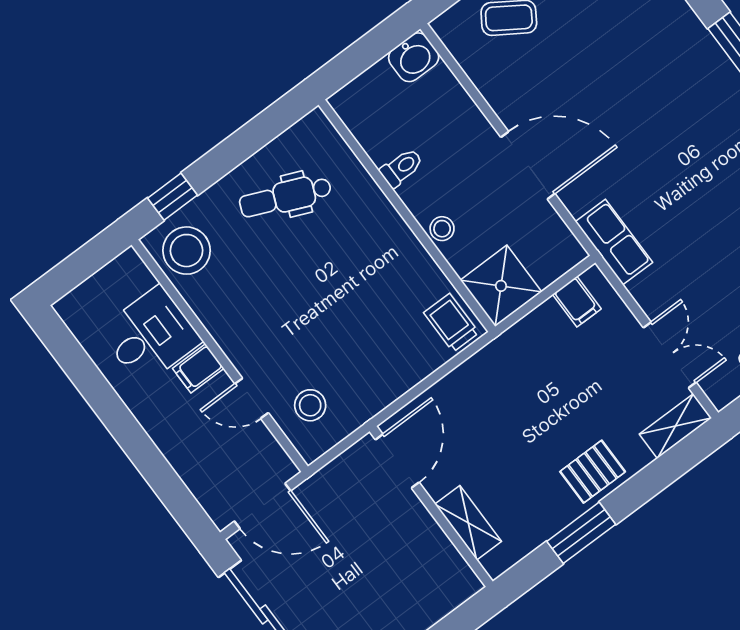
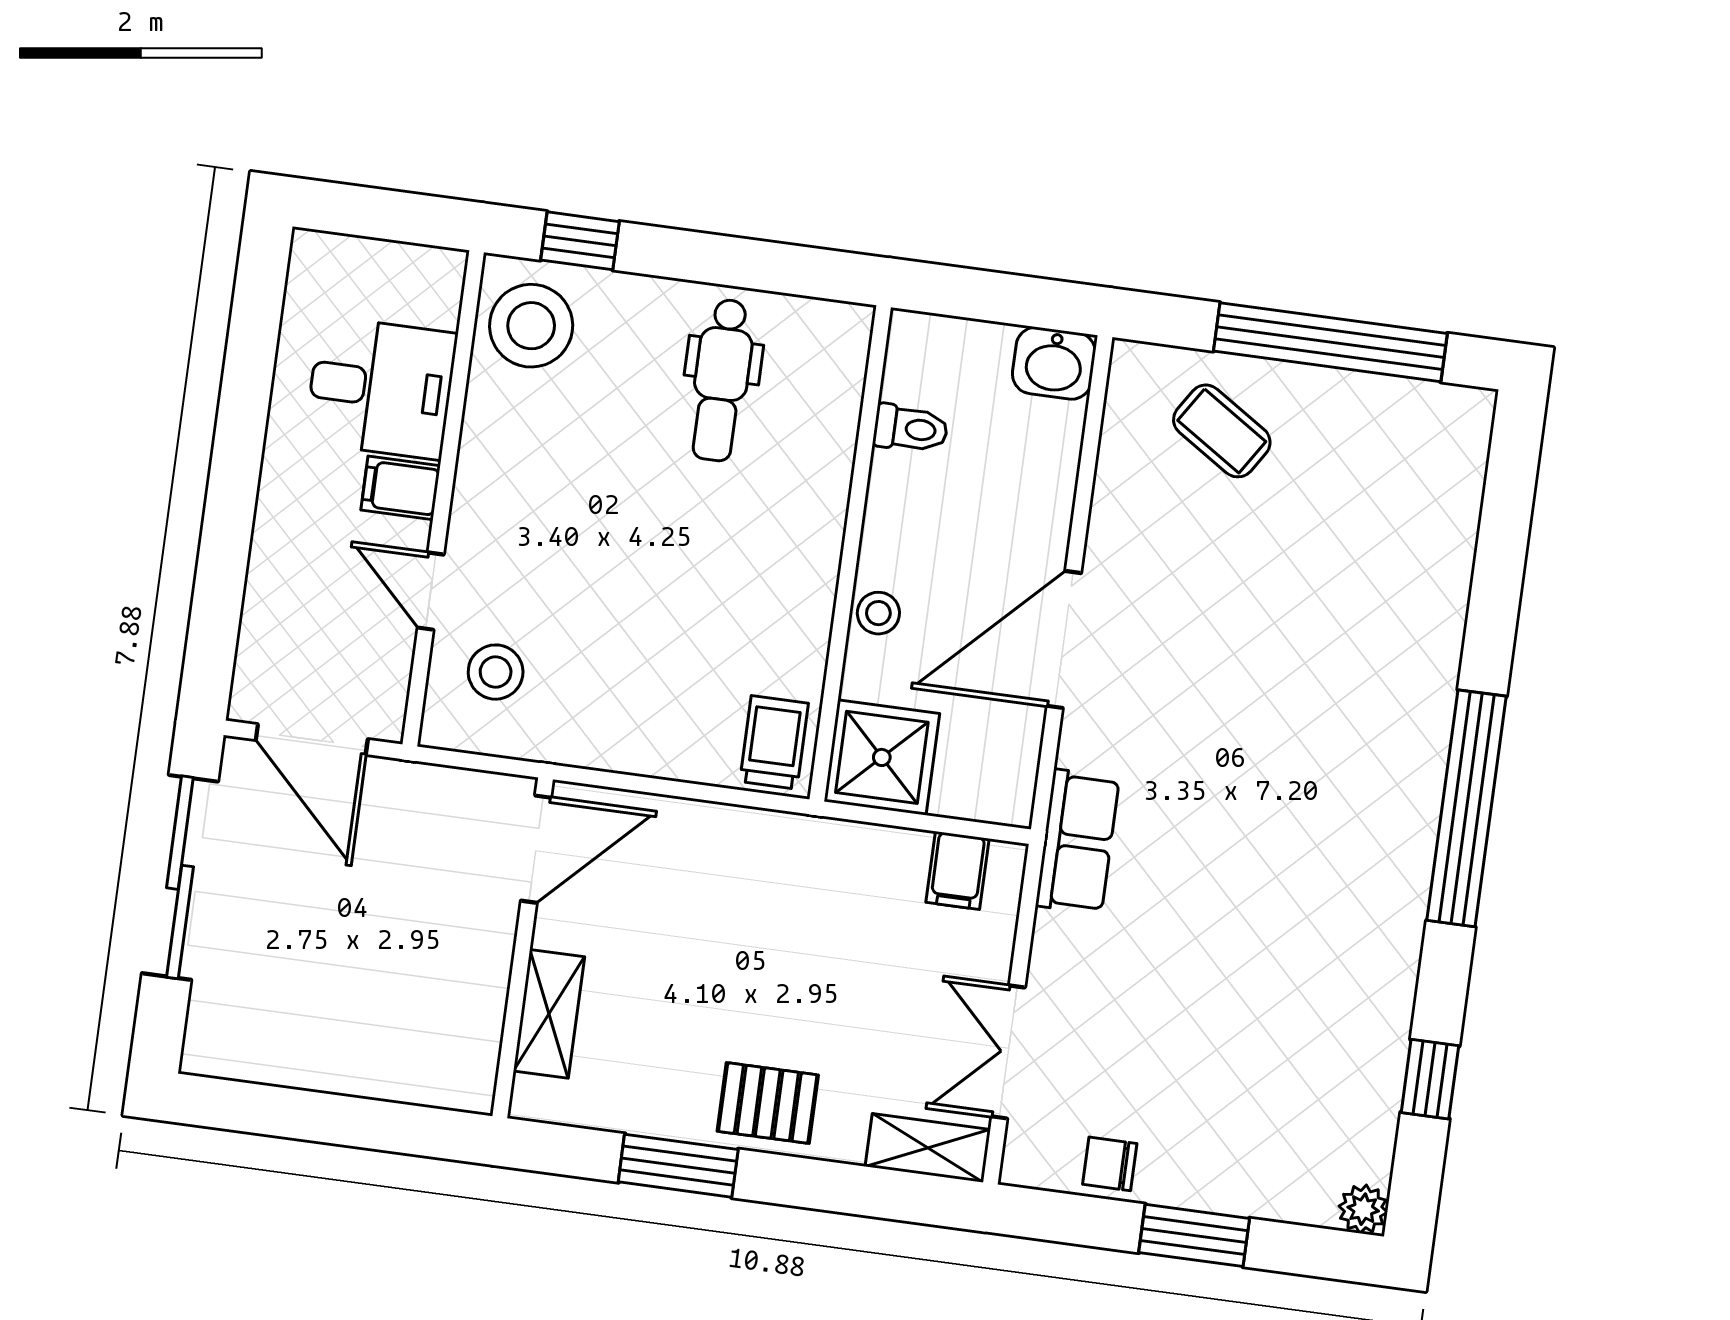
door: (528, 165) -> (1064, 640), swing flipped
toilet: (402, 168) -> (911, 429), moved
dental chair: (285, 197) -> (721, 380), turned -113
double door: (670, 355) -> (1008, 1052), swing flipped

